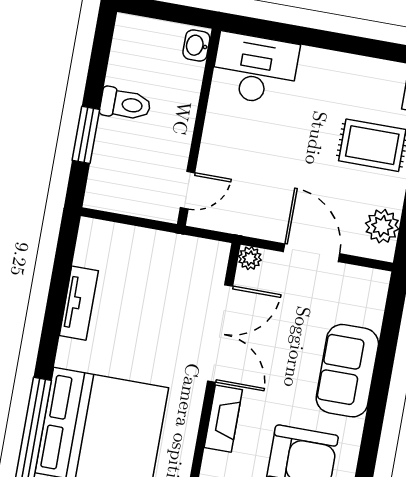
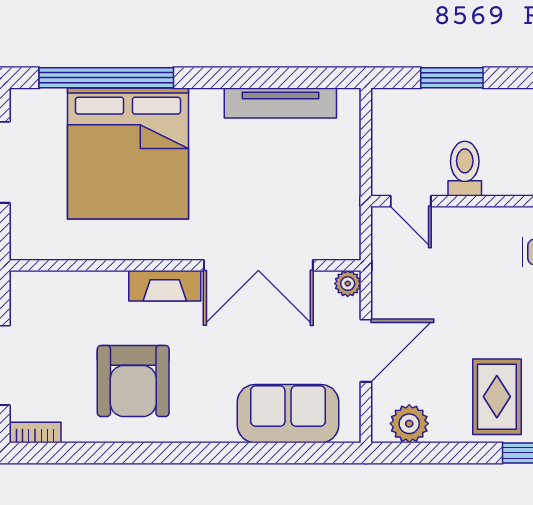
toilet: (125, 104) -> (465, 169), moved, turned 180
tv unit: (79, 303) -> (280, 103), width x1.41
sofa: (347, 371) -> (288, 414), moved

